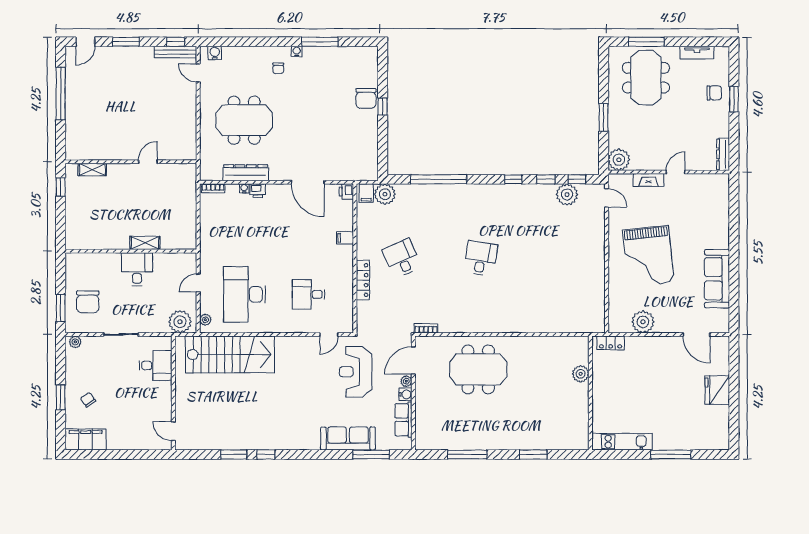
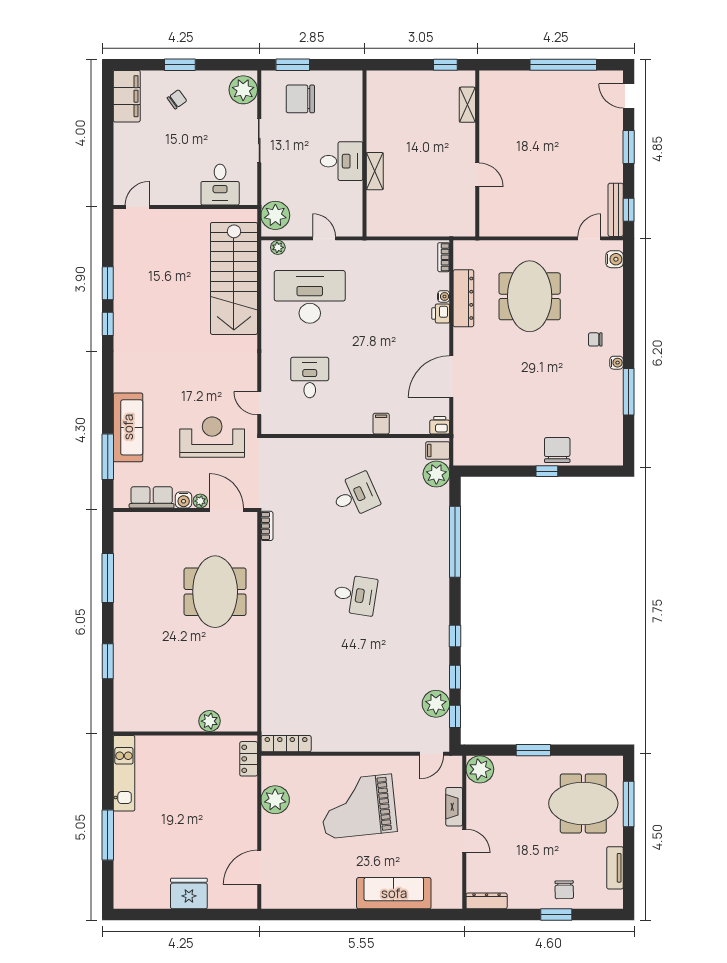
chair: (366, 98) -> (557, 450), turned 90
sofa: (717, 279) -> (394, 893), moved
locker: (363, 280) -> (286, 744), moved, turned 180
plant: (75, 342) -> (243, 90), width x1.88, depth x1.88

